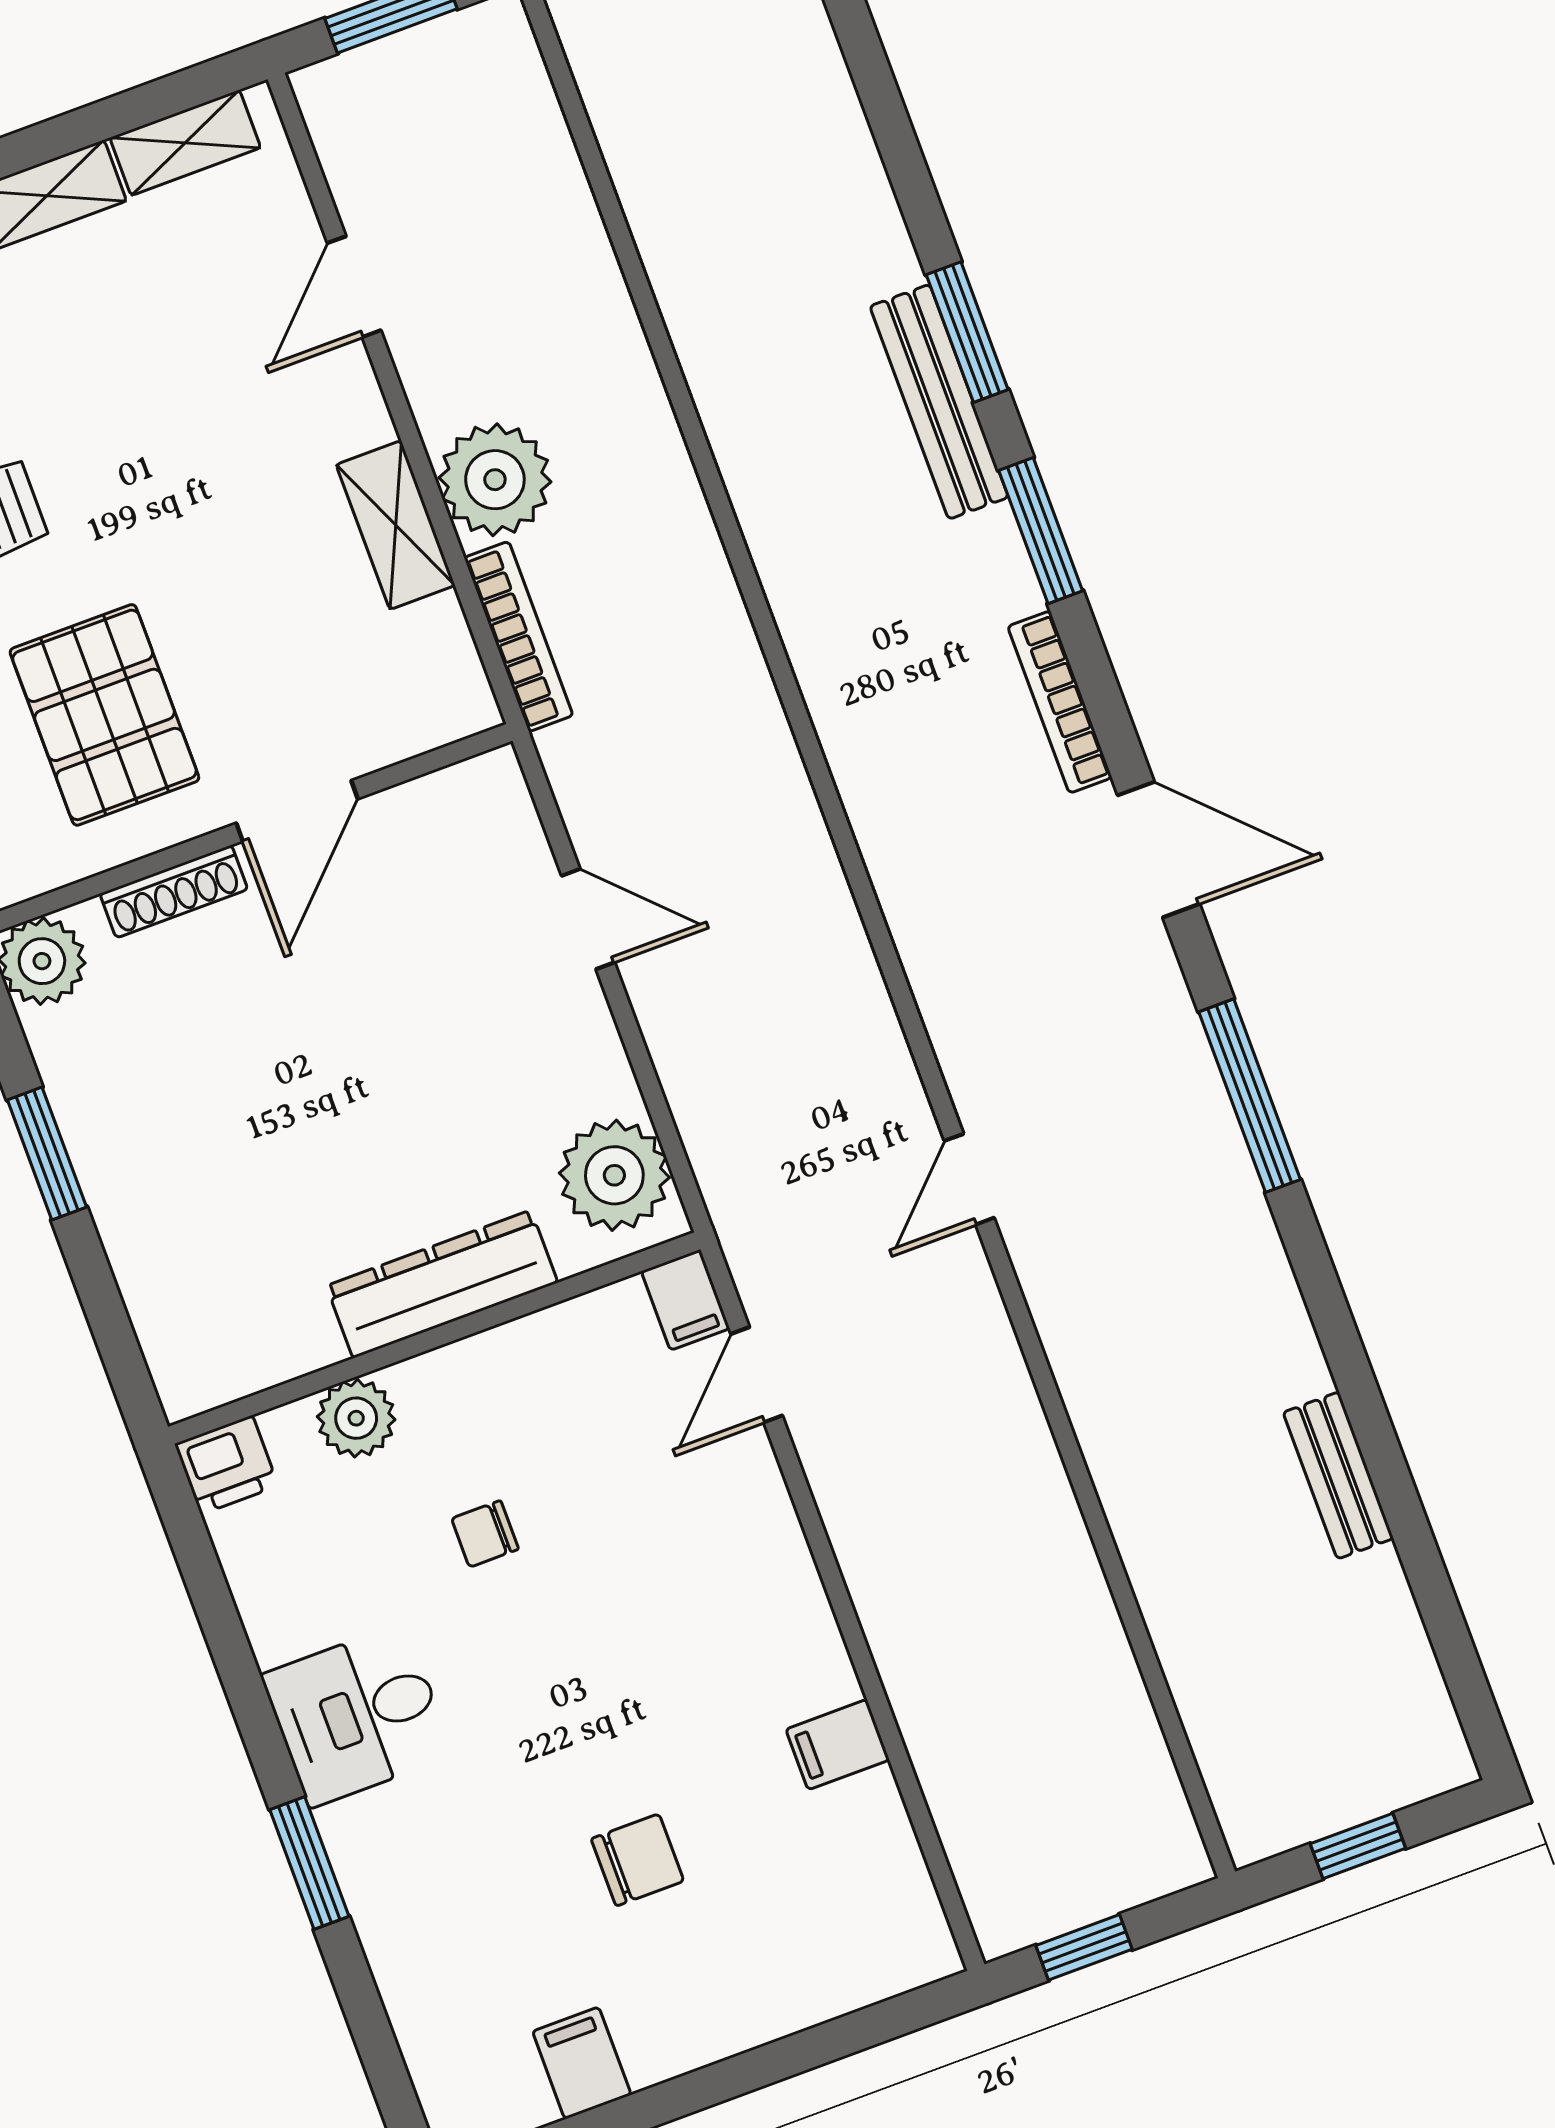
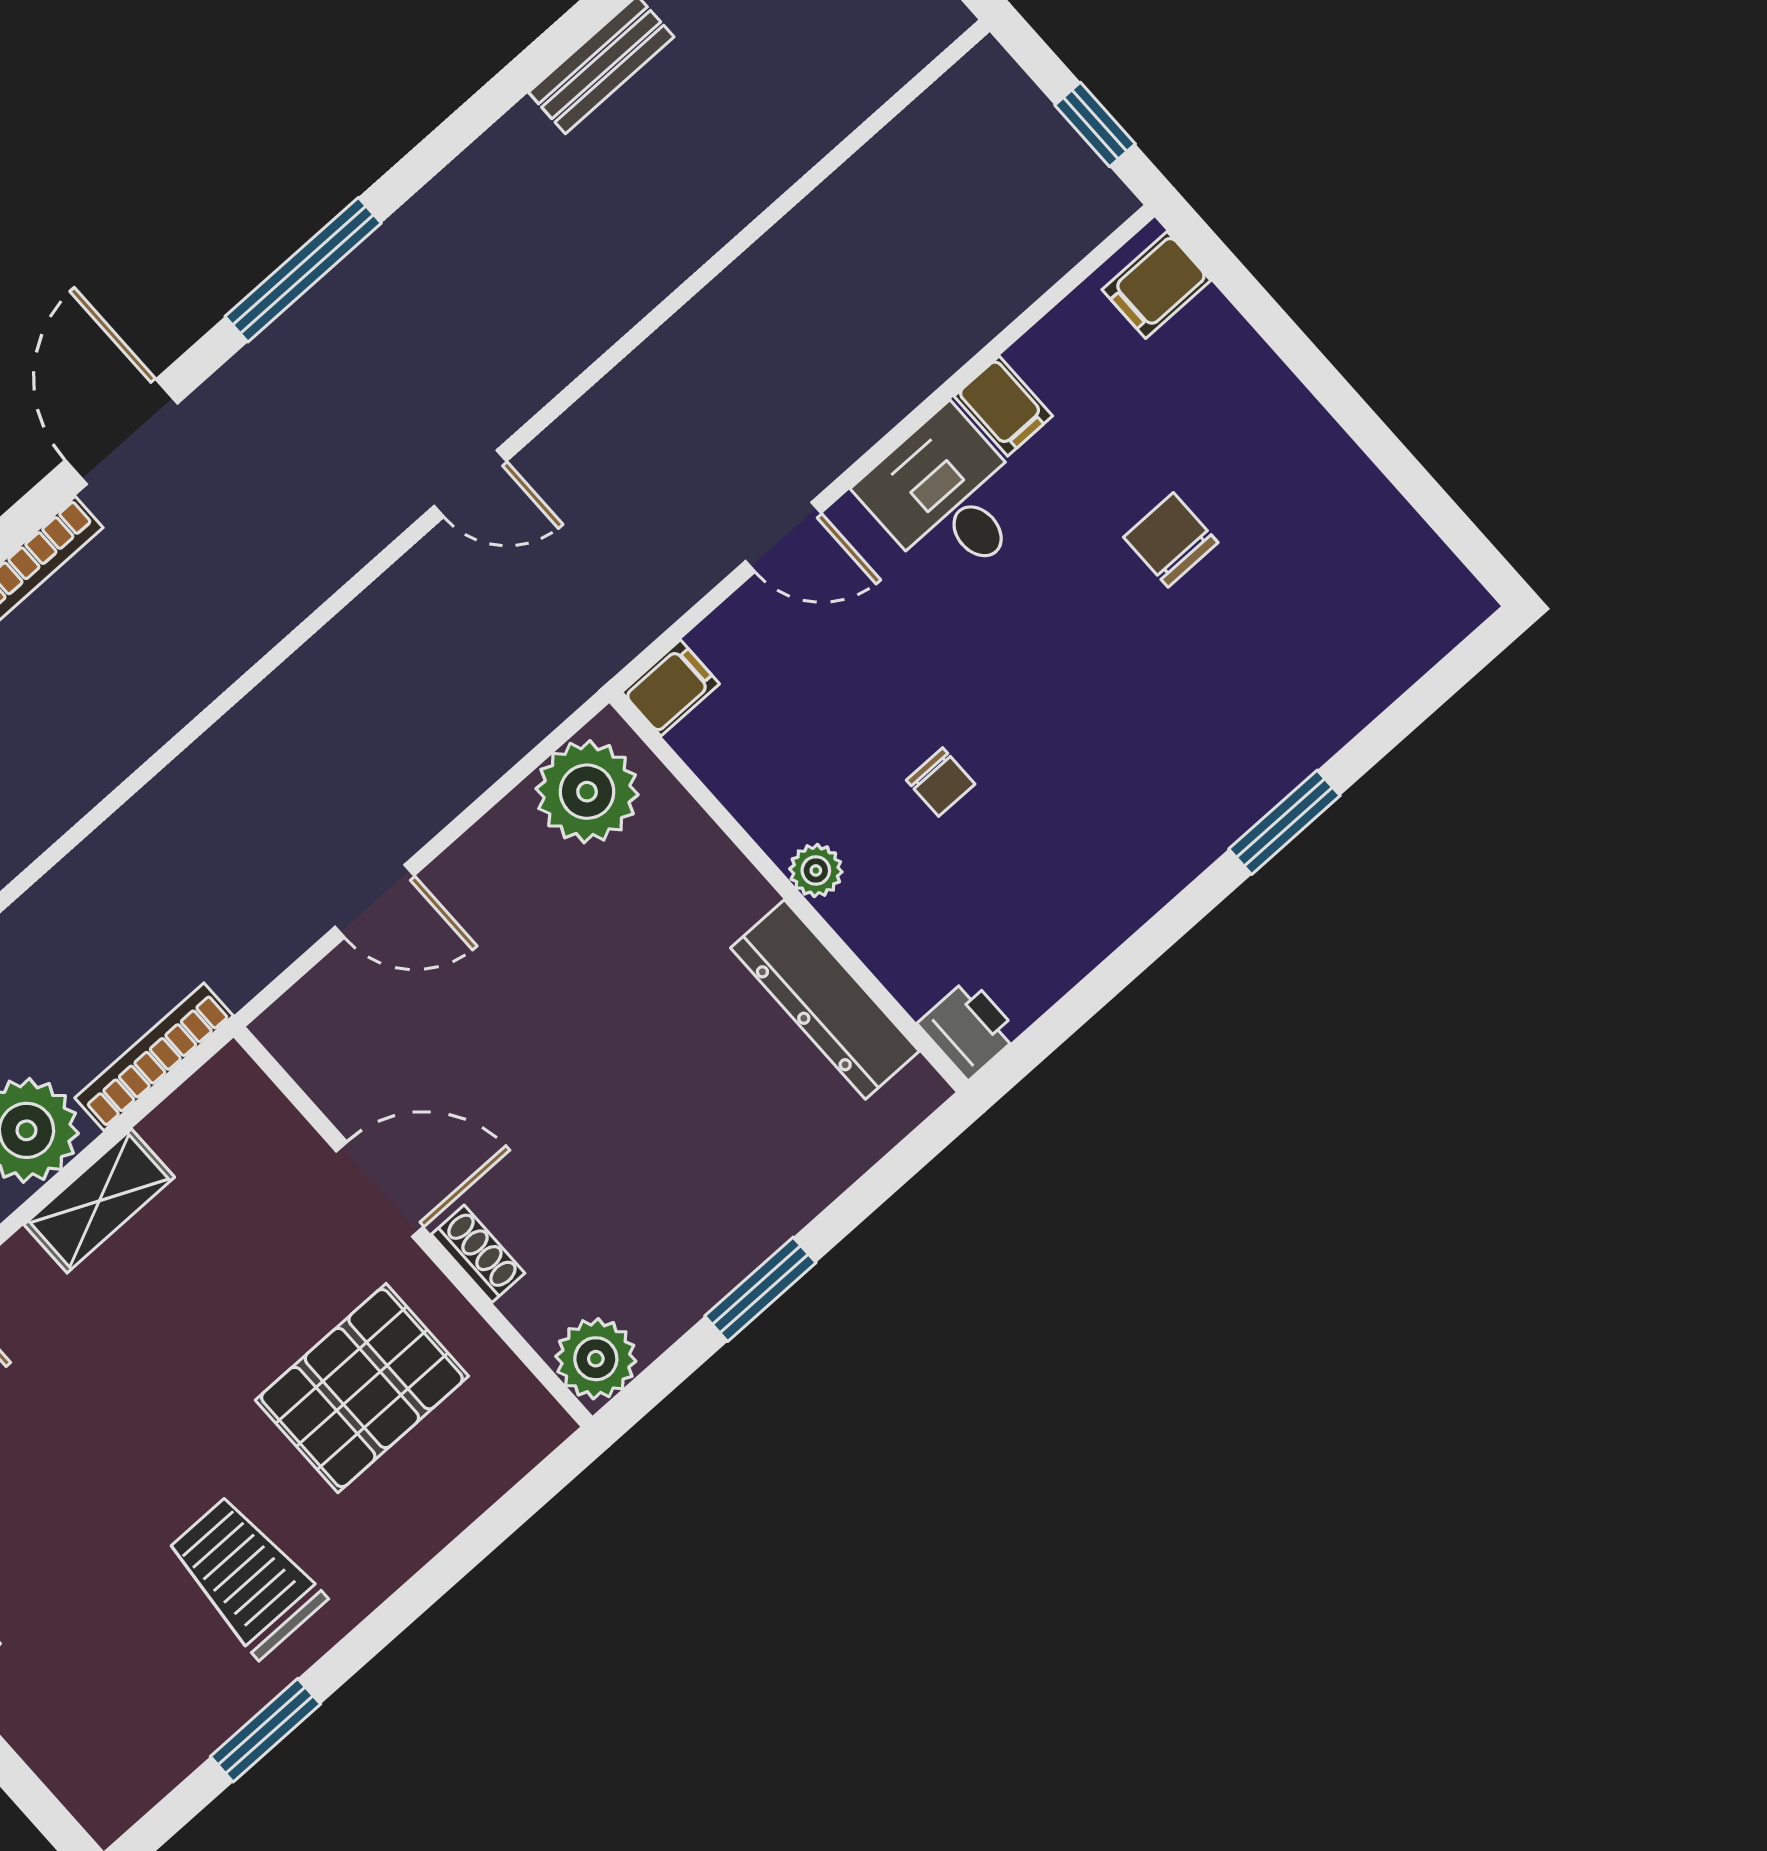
shoe rack: (174, 891) -> (478, 1254), width x0.70
door: (588, 919) -> (375, 901), swing flipped
dresser: (442, 1284) -> (825, 1000), moved
door: (757, 1375) -> (783, 537), moved
plant: (356, 1418) -> (816, 870), moved, width x0.73, depth x0.73
desk: (357, 1715) -> (948, 498), moved, turned 180
filing cabinet: (582, 2063) -> (1156, 285), moved

